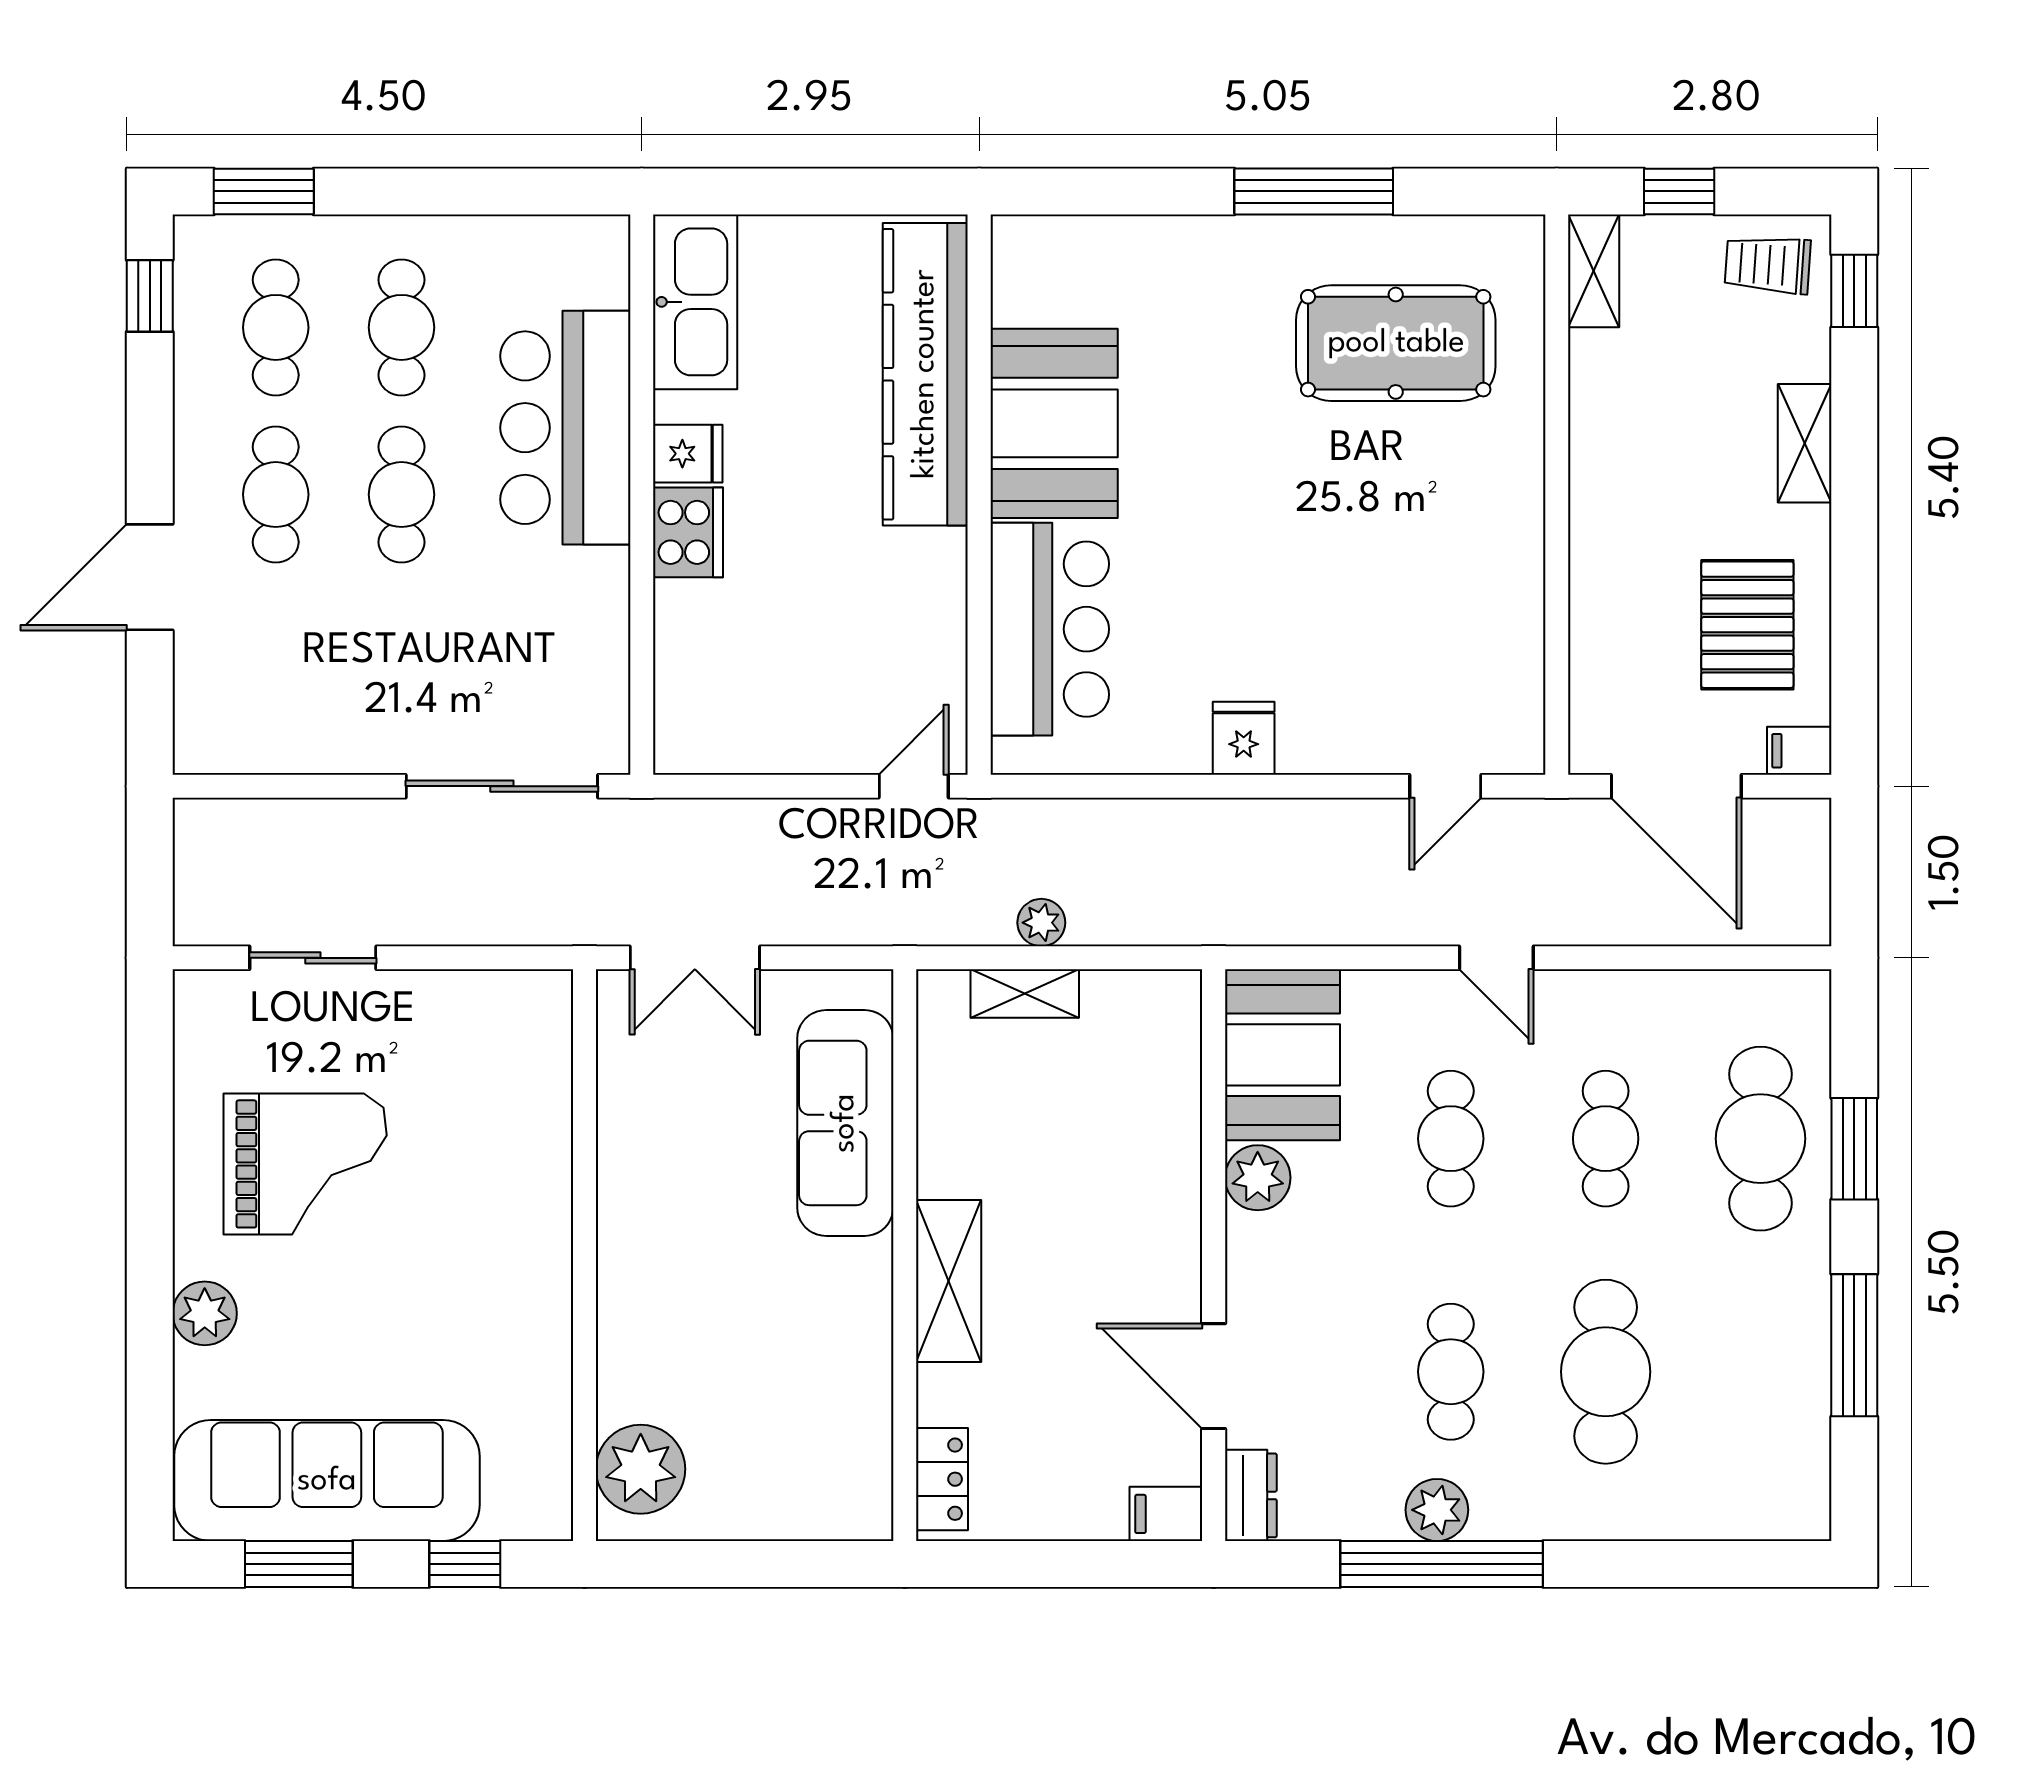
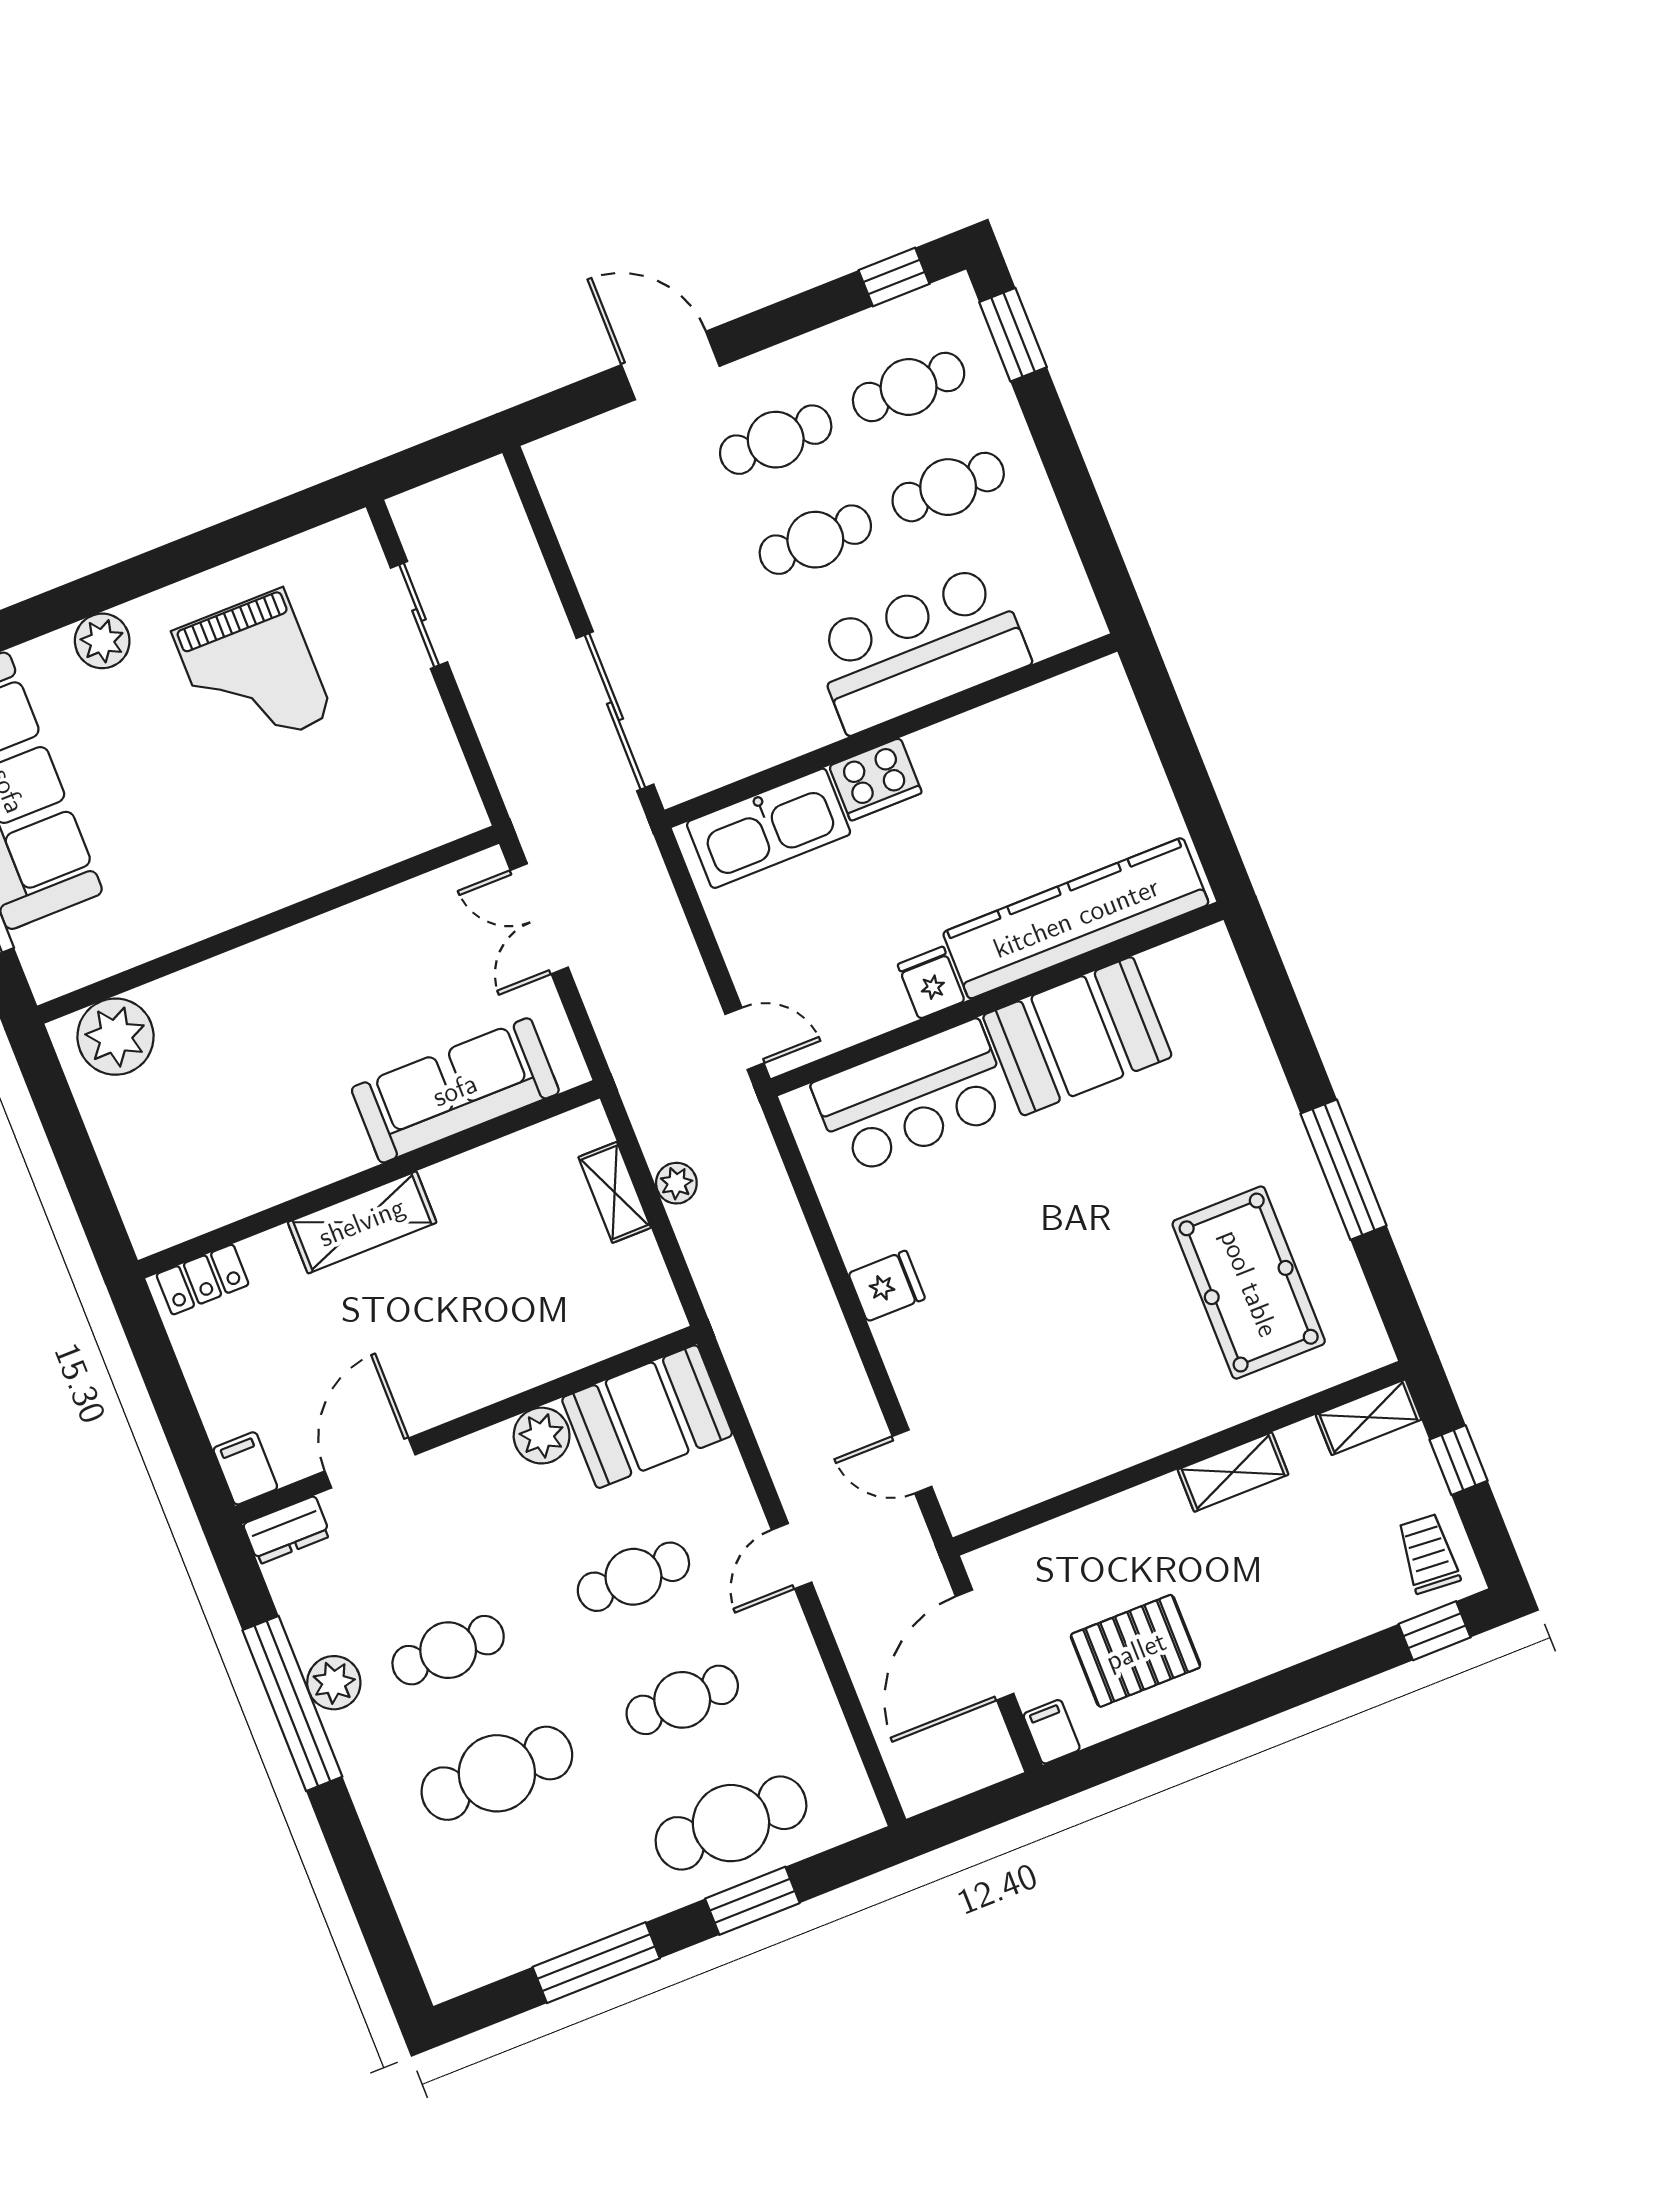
kitchen sink: (695, 302) -> (769, 828), moved
shelving: (1805, 443) -> (1233, 1472), moved
fridge: (688, 454) -> (931, 983), moved, turned 180

